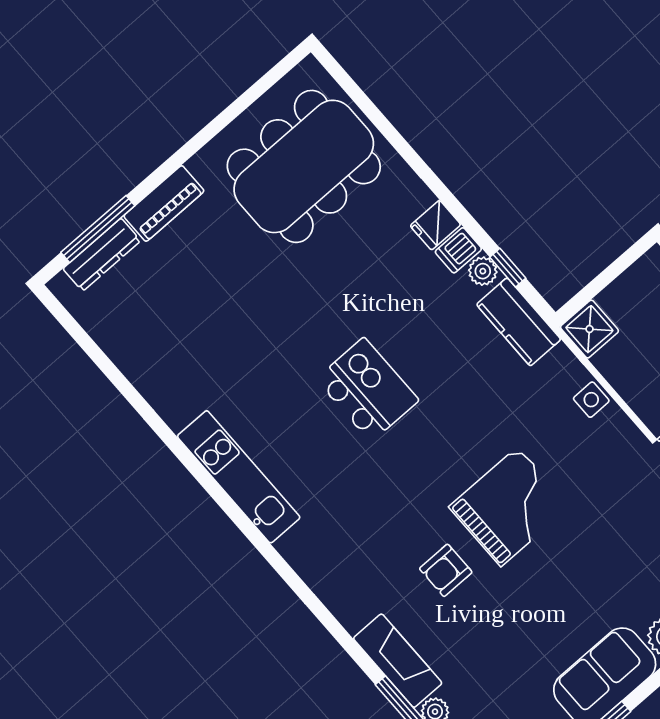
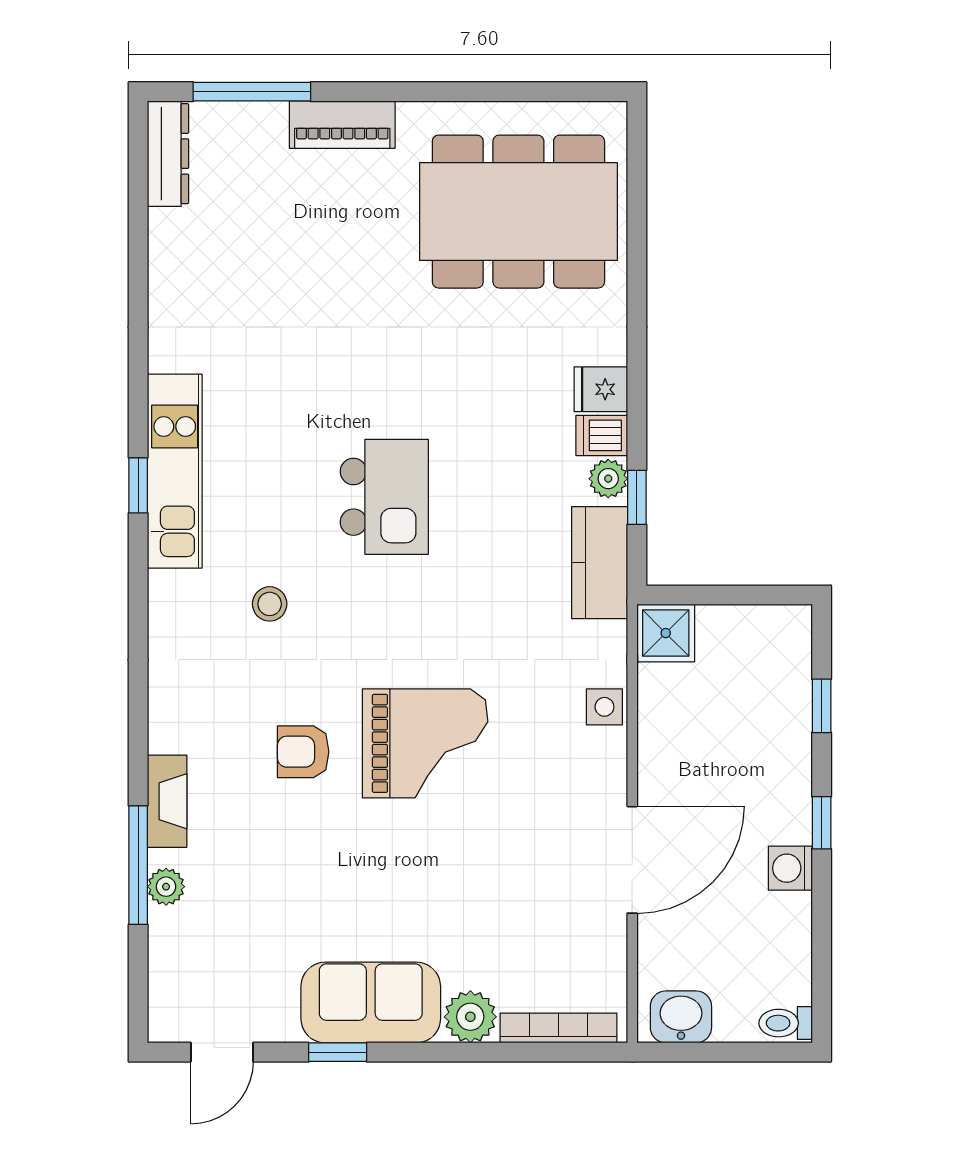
dresser: (102, 255) -> (168, 154), moved, turned -90
window: (225, 502) -> (138, 485), added
stool: (356, 505) -> (270, 604), added
fireplace: (398, 661) -> (167, 801), width x0.73, depth x0.76

